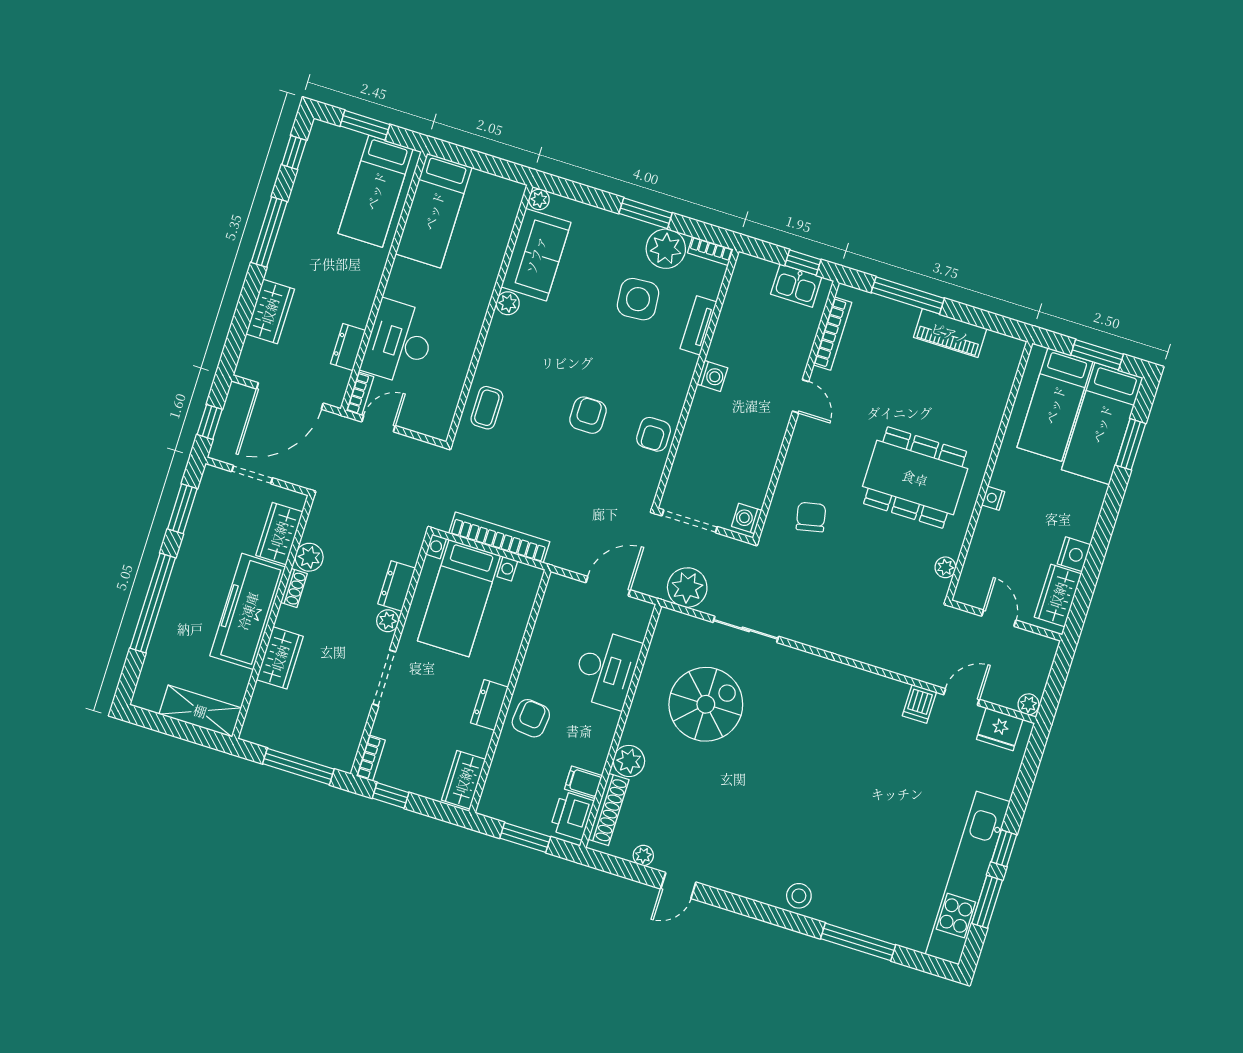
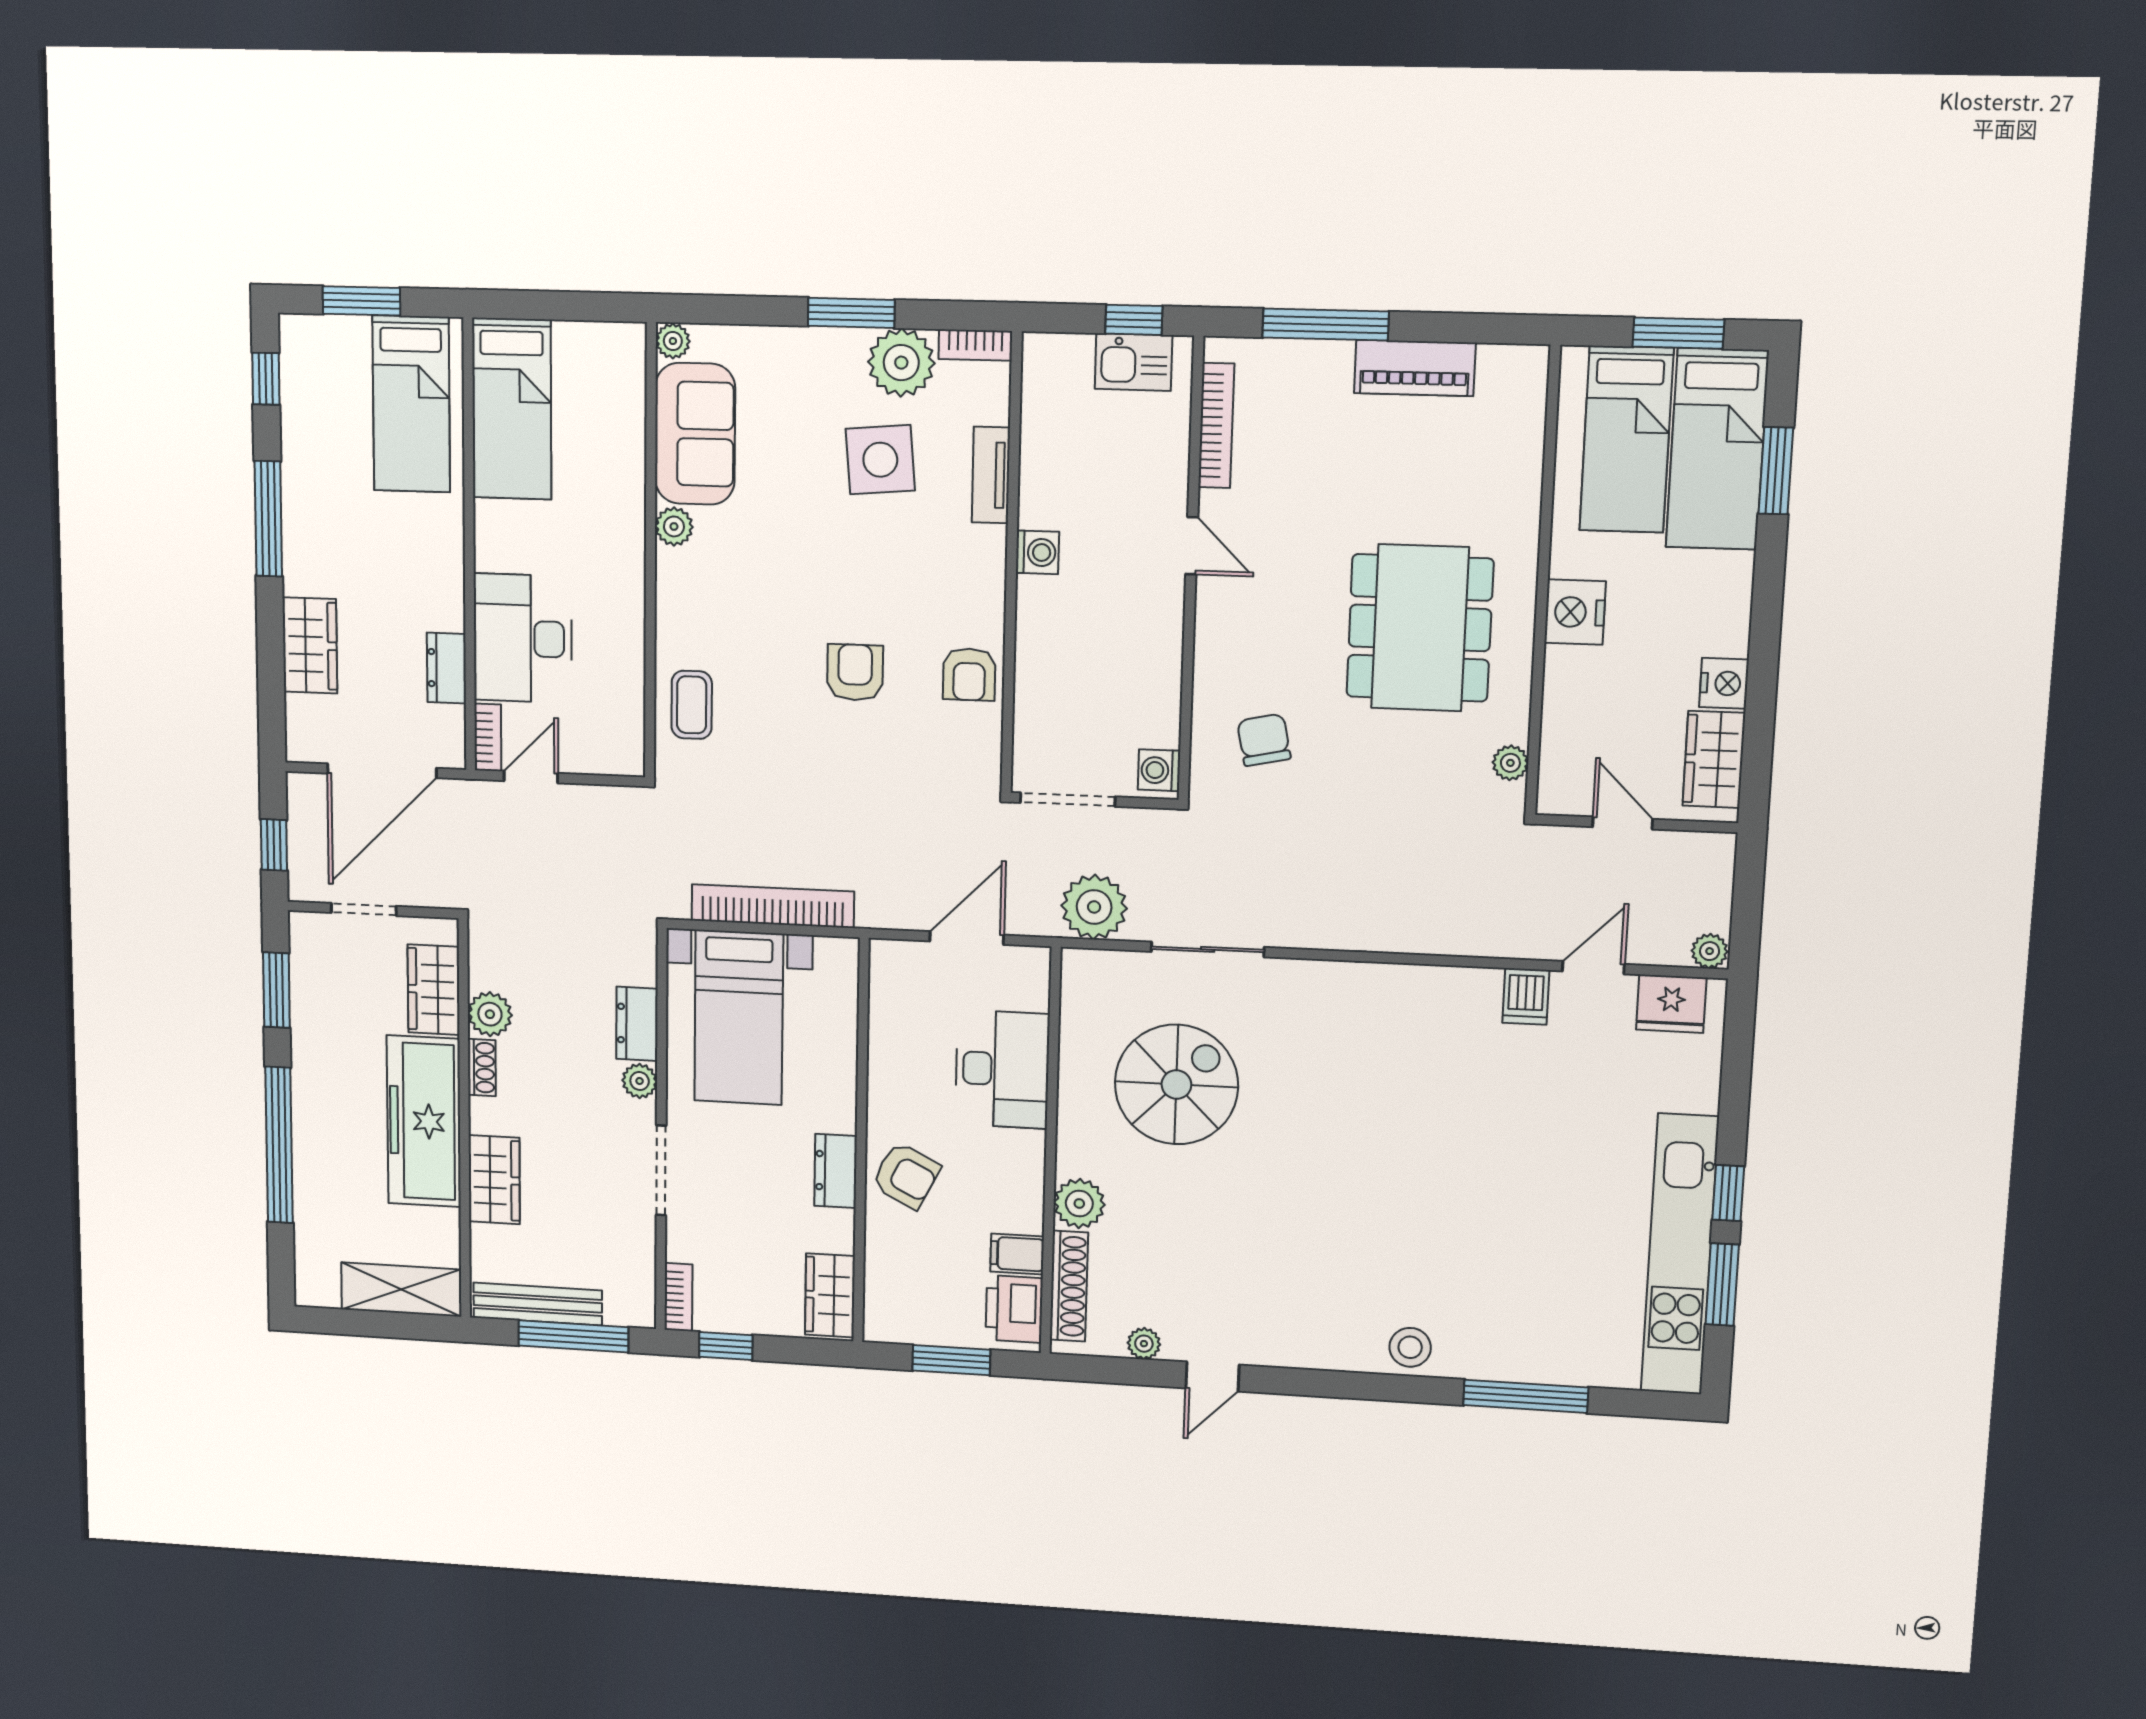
dining table: (915, 478) -> (1420, 628), turned 90
nightstand: (993, 498) -> (1575, 612), width x1.89, depth x1.79
armchair: (531, 718) -> (906, 1175), turned 111
bench: (283, 741) -> (538, 1304), added

